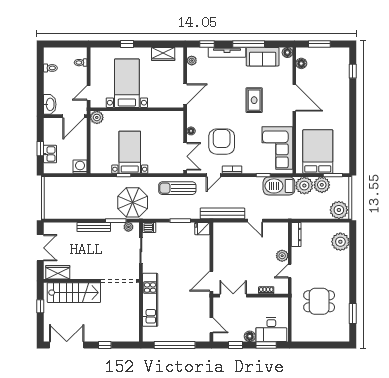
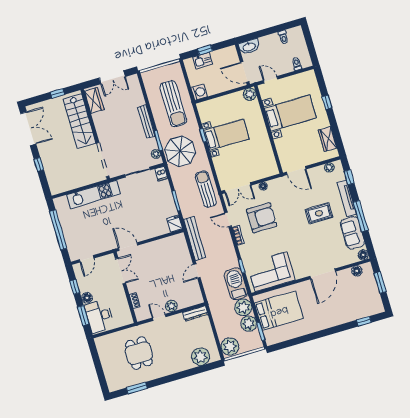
rug: (254, 100) -> (319, 213), moved
sun lounger: (84, 195) -> (173, 104), added

